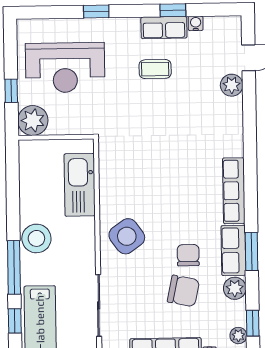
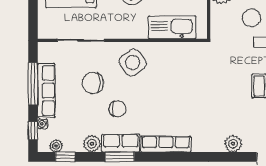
plant: (232, 85) -> (233, 144), moved
chair: (183, 291) -> (93, 83), moved, turned 78

